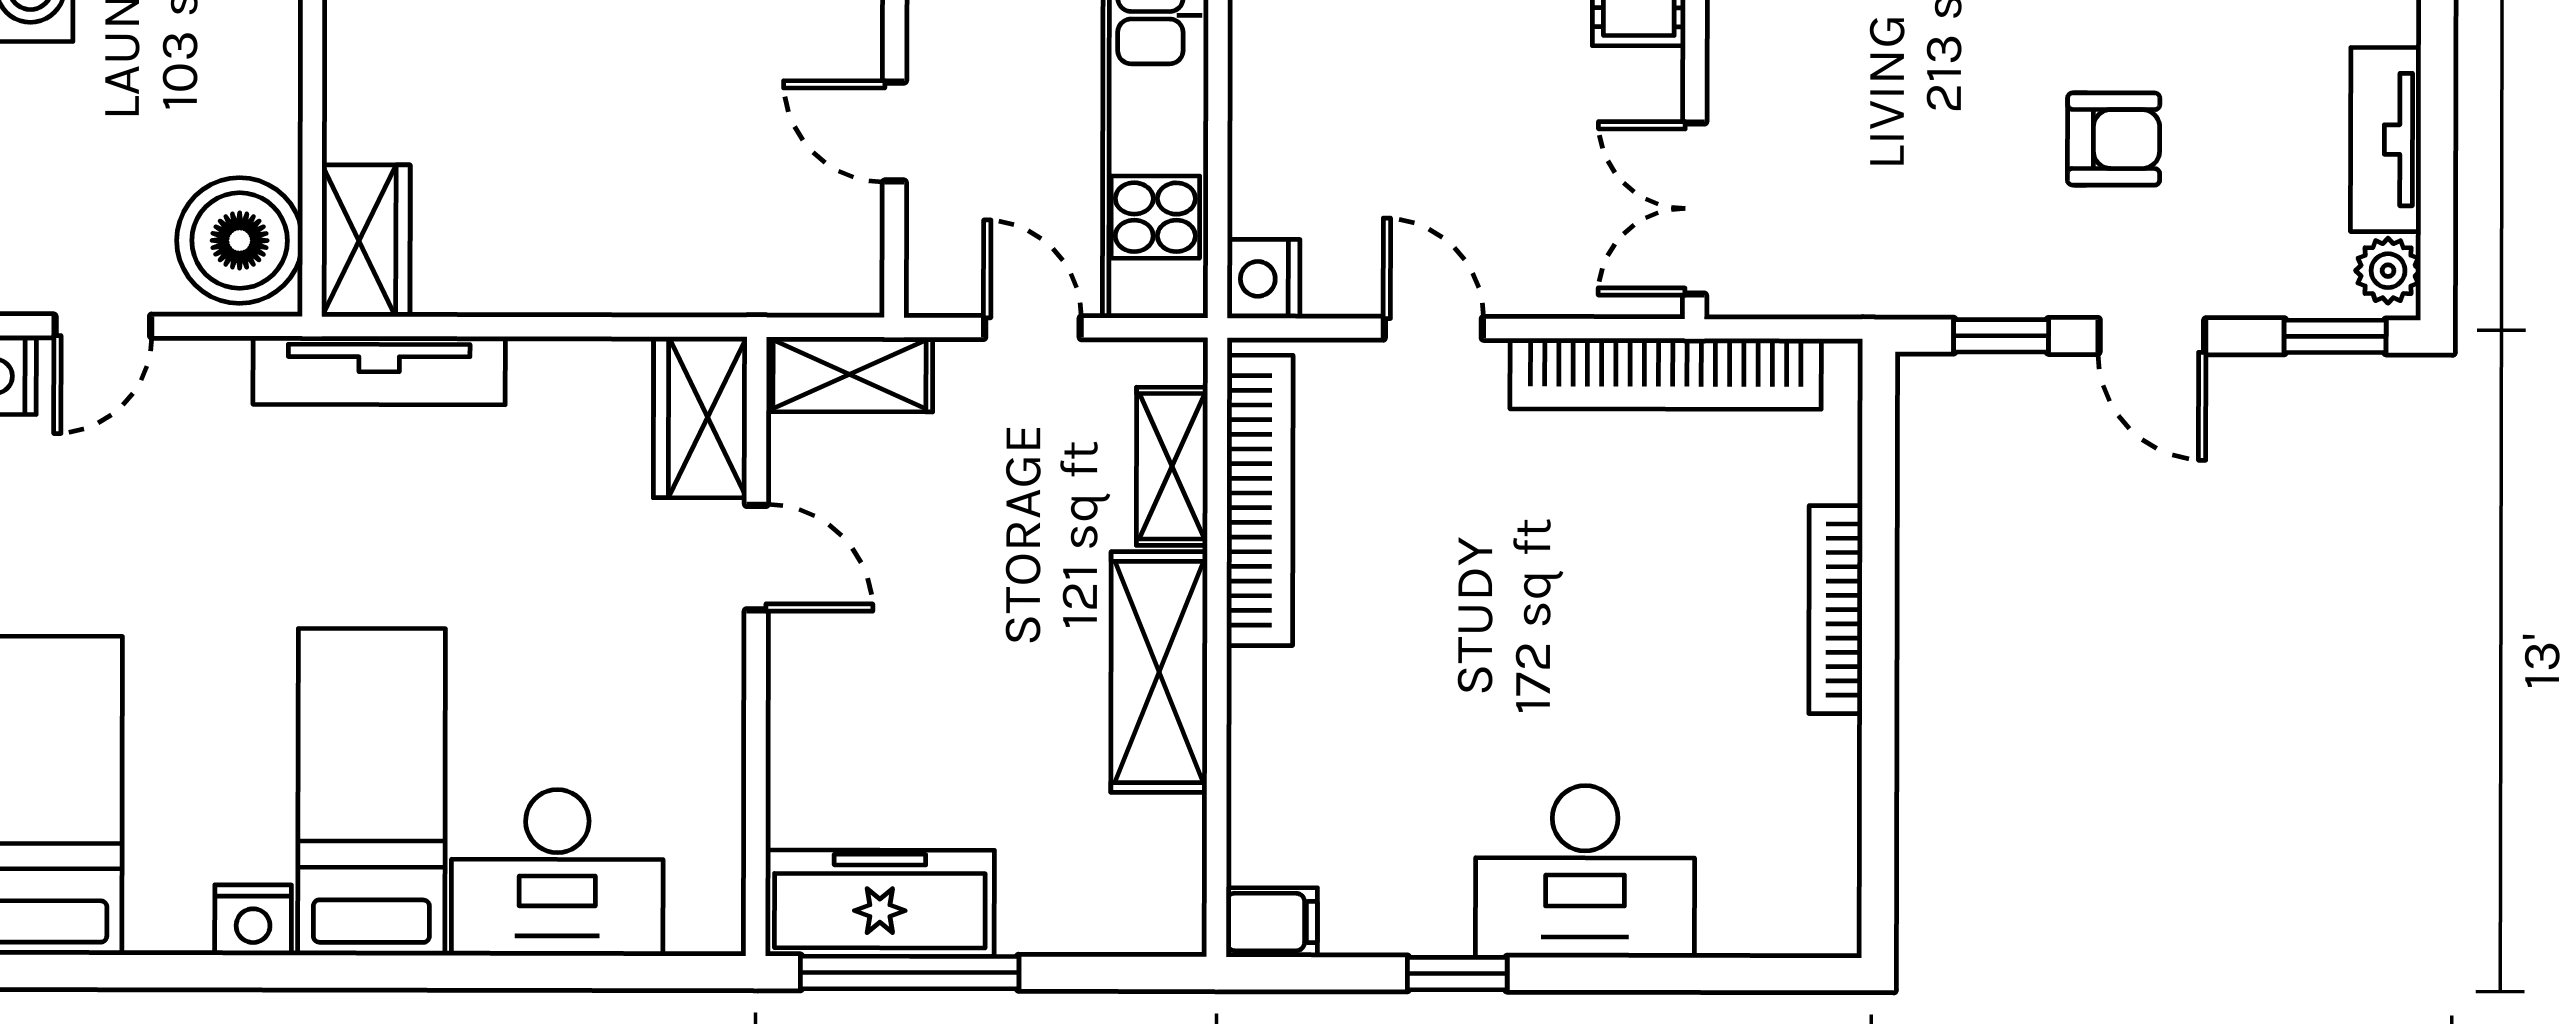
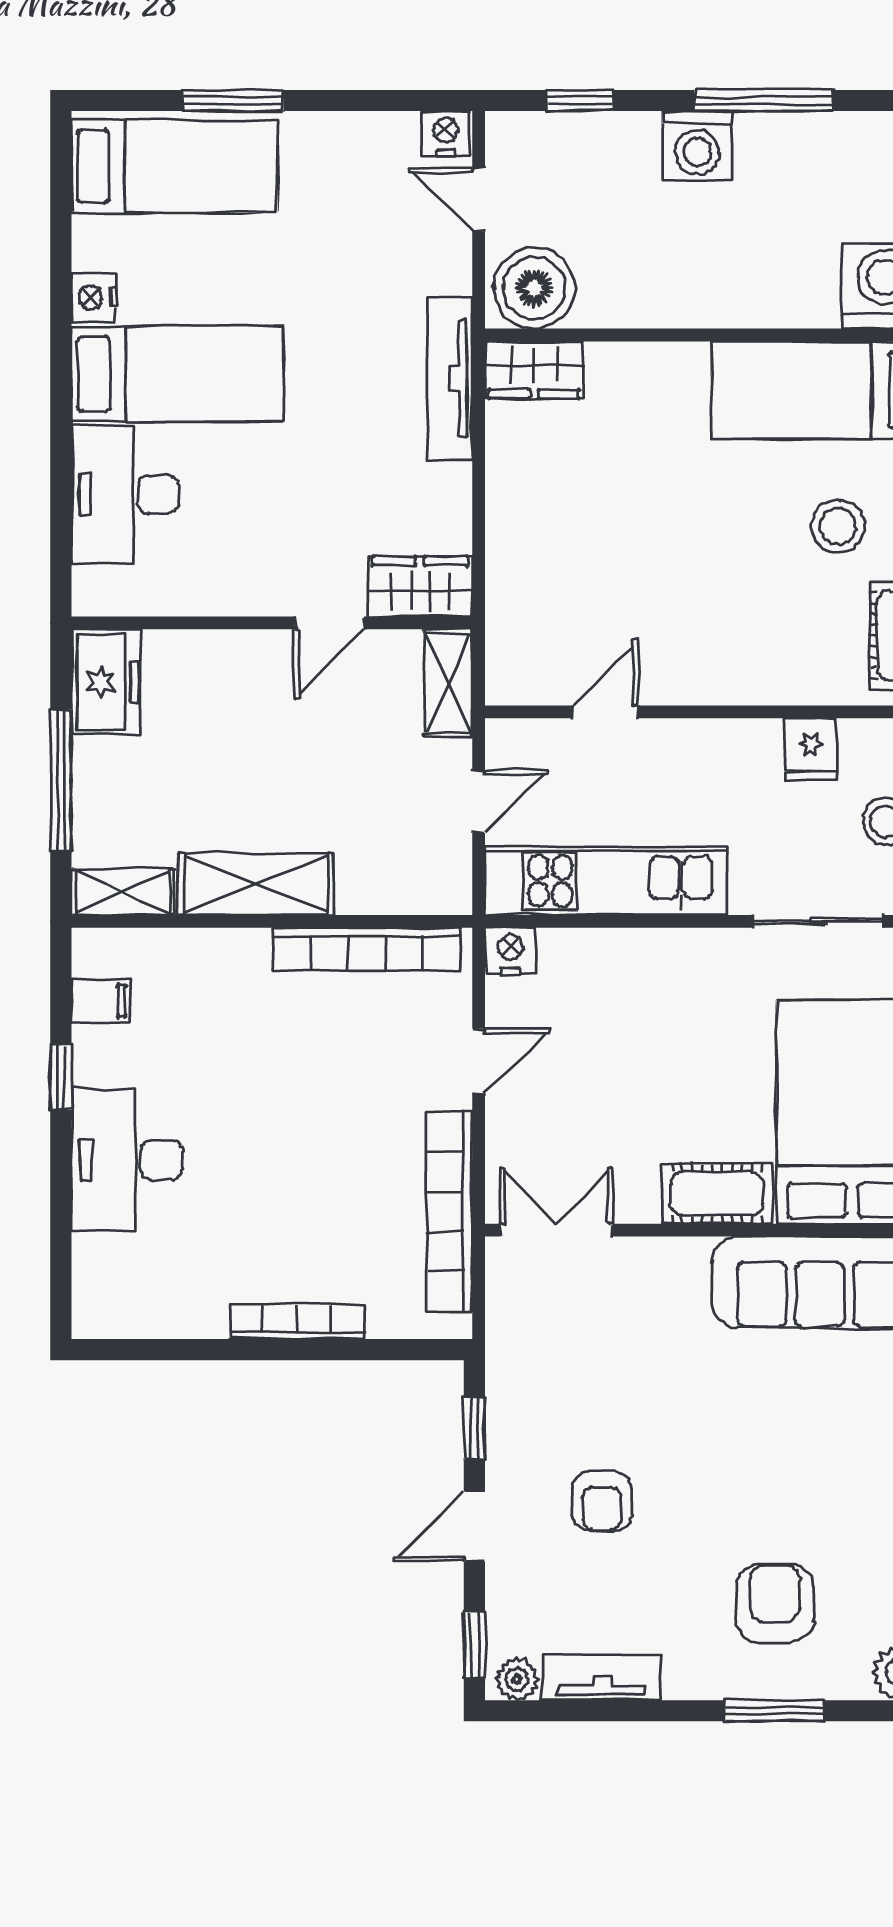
shelving: (1172, 466) -> (122, 892), moved
freezer: (880, 903) -> (106, 682), width x0.71
filing cabinet: (1272, 922) -> (101, 1001), moved, turned -90
window: (910, 973) -> (61, 781), moved

